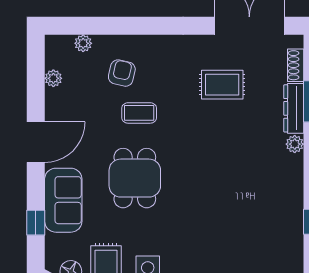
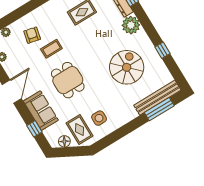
plant: (295, 144) -> (131, 25), width x1.88, depth x1.88
spiral stairs: (240, 214) -> (127, 67), added

